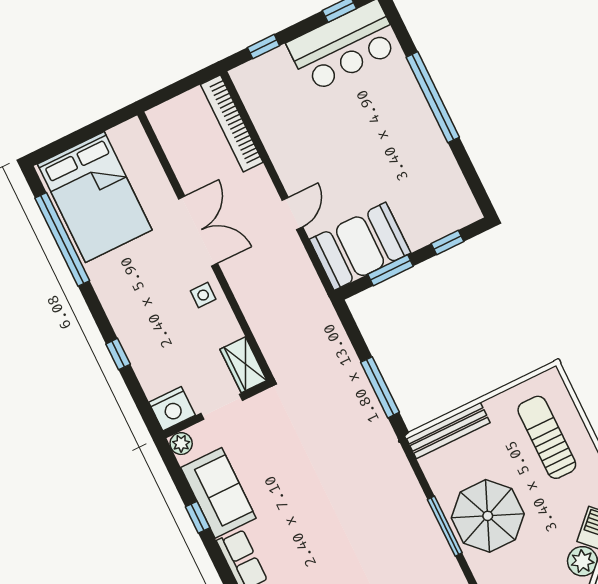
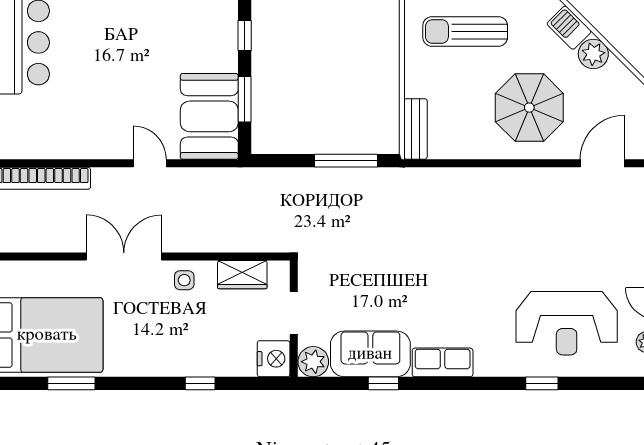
window: (62, 239) -> (71, 383), width x0.47
wardrobe: (243, 365) -> (242, 275), moved
bench: (448, 431) -> (415, 129), width x0.73
plant: (181, 444) -> (313, 362), width x1.38, depth x1.38
parasol: (488, 516) -> (529, 108), moved
window: (445, 526) -> (501, 163), removed

